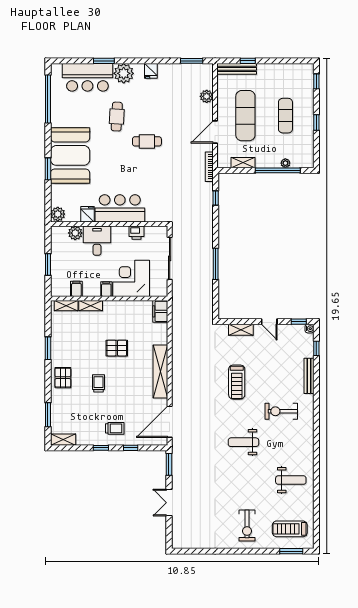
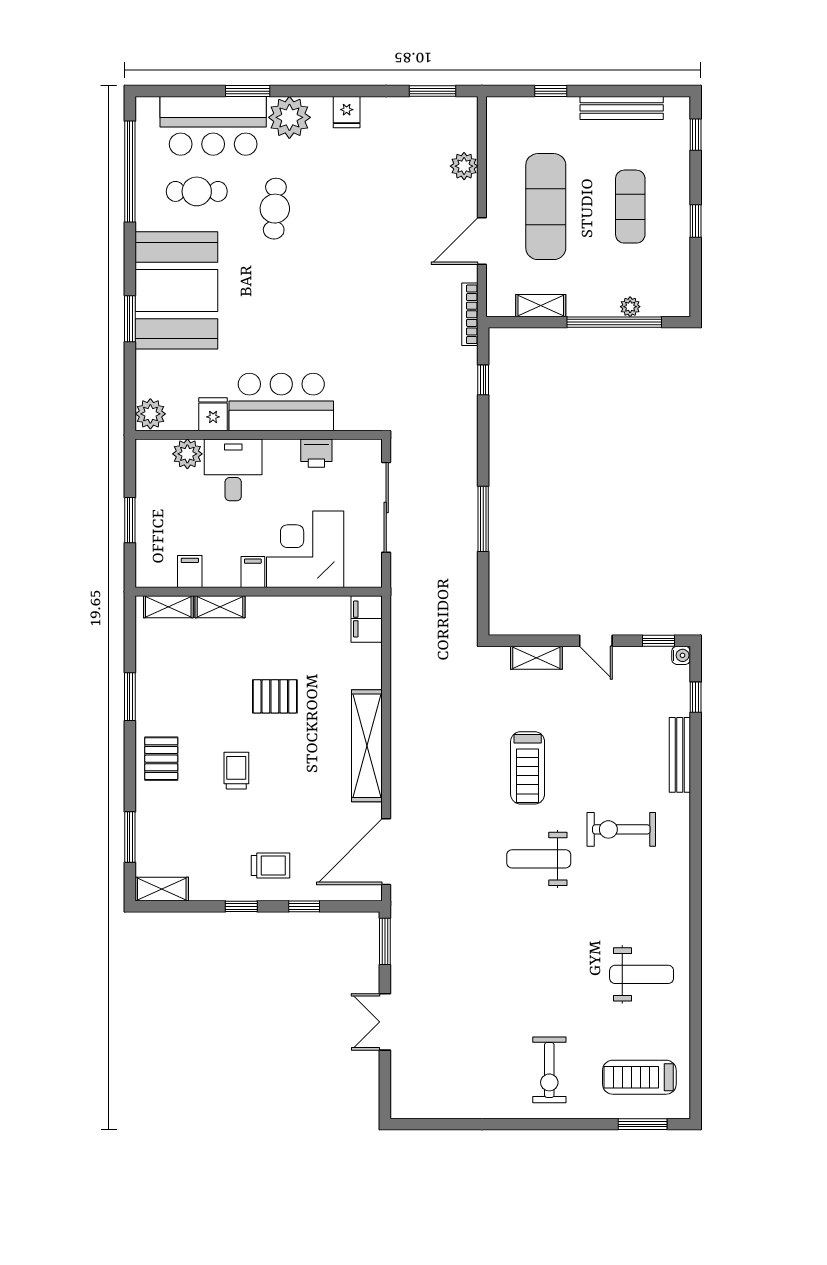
bench: (237, 69) -> (622, 108), moved
cafe table: (147, 141) -> (197, 191), moved
weight bench: (243, 442) -> (539, 859), moved

